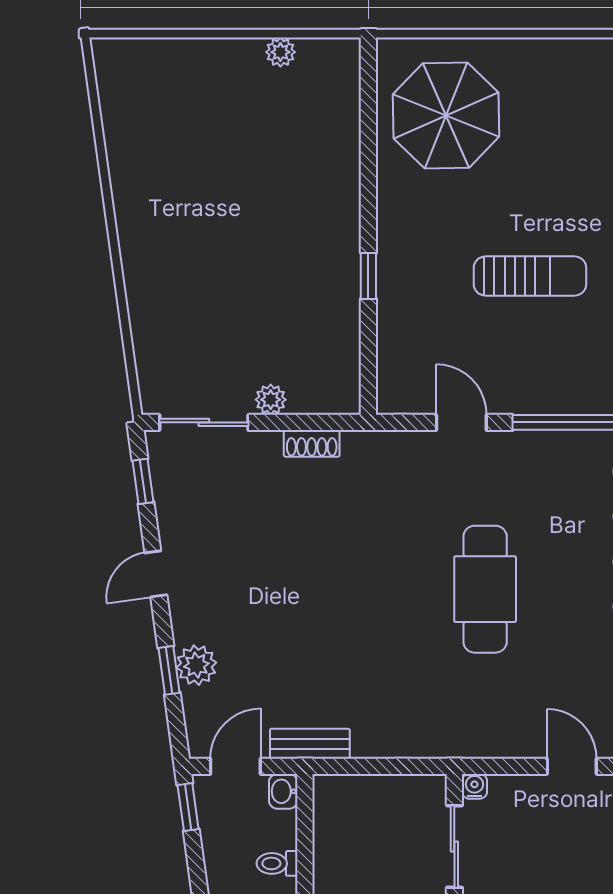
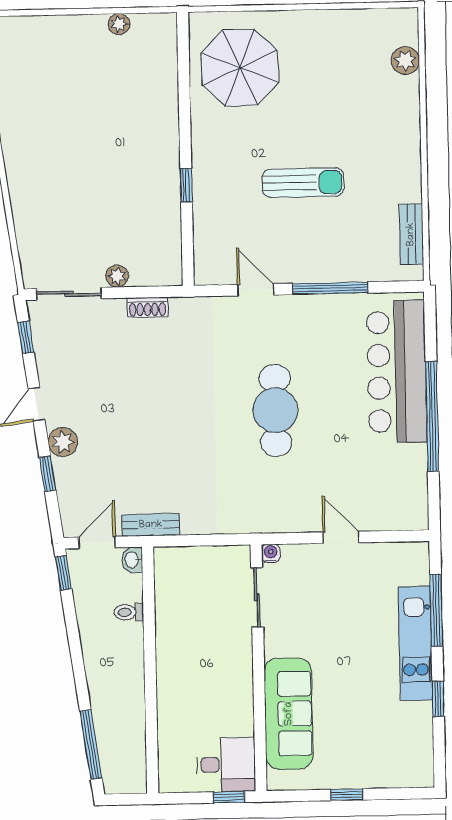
plant: (196, 665) -> (63, 442), moved

